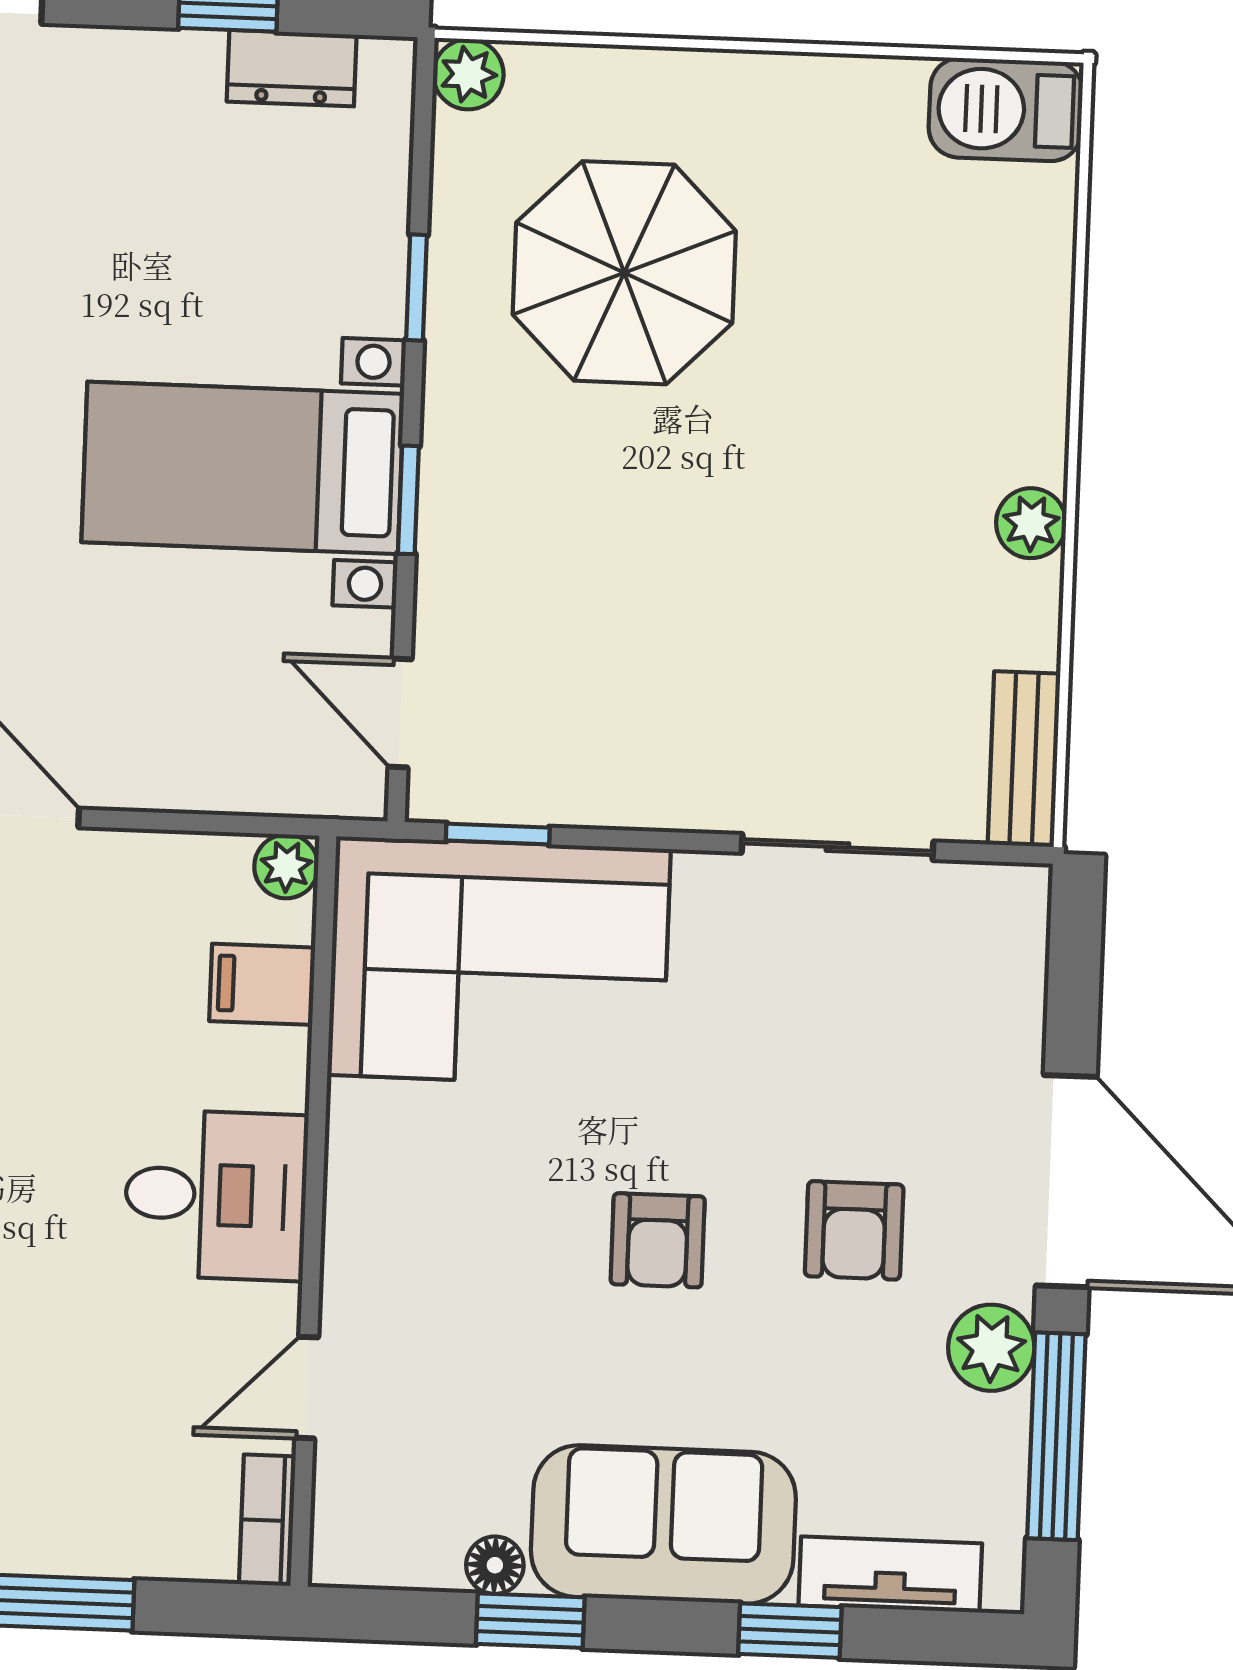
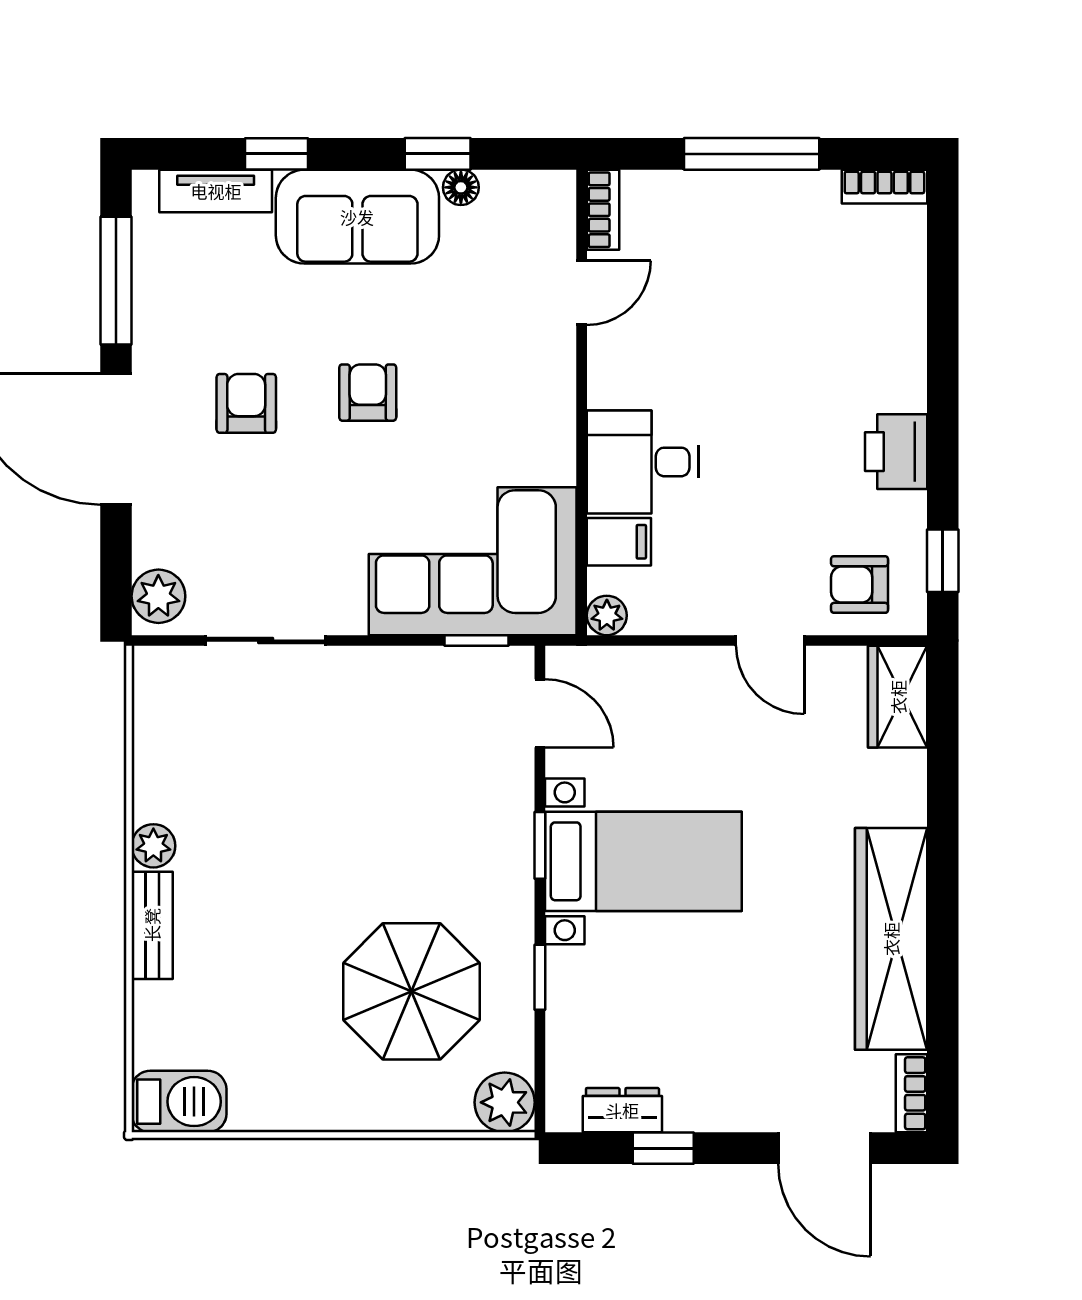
plant: (468, 74) -> (505, 1102), width x1.38, depth x1.38
bench: (1024, 759) -> (152, 925), moved
desk: (216, 1195) -> (643, 462), moved
plant: (991, 1348) -> (158, 596), moved

